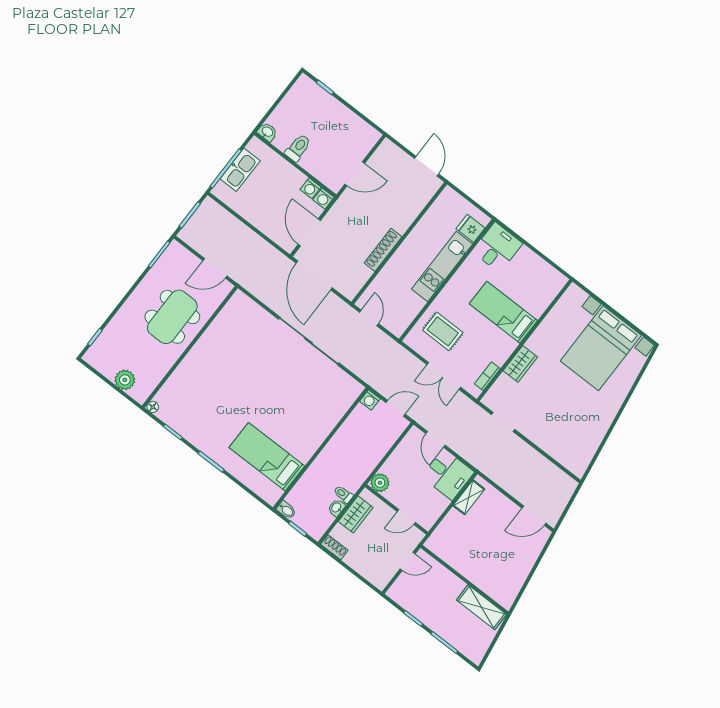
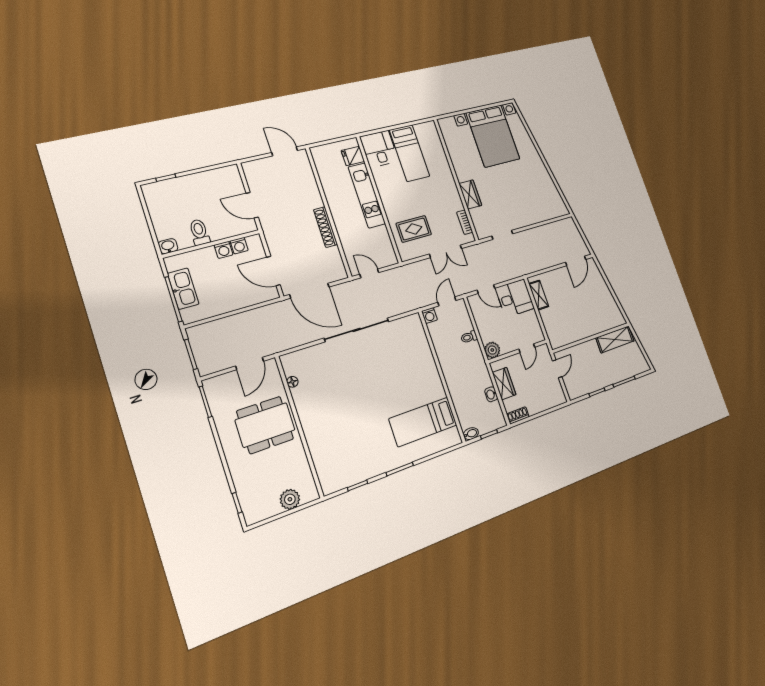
door: (355, 174) -> (252, 205), swing flipped
washing machine: (324, 199) -> (224, 250), moved
bed: (503, 312) -> (410, 153), moved, turned -90
dining table: (172, 317) -> (265, 425), turned 90
floor lamp: (153, 407) -> (292, 382), moved
toilet: (343, 494) -> (469, 337), moved

